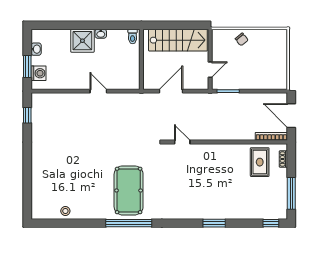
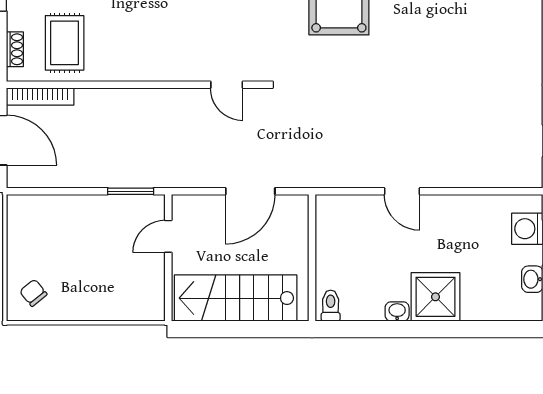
chair: (242, 39) -> (33, 293), moved

